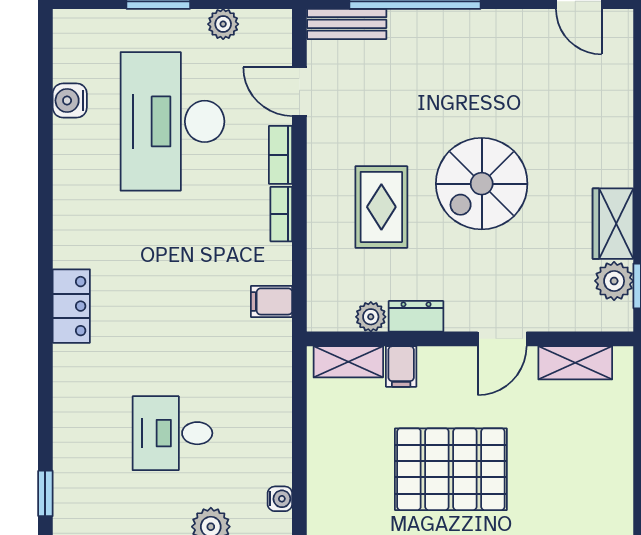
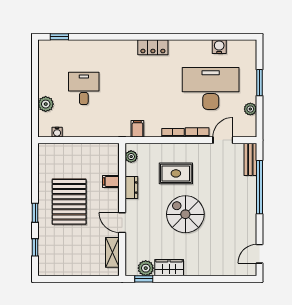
locker: (71, 306) -> (153, 47), moved
plant: (371, 317) -> (131, 157), moved
shelving: (348, 362) -> (113, 160), removed

